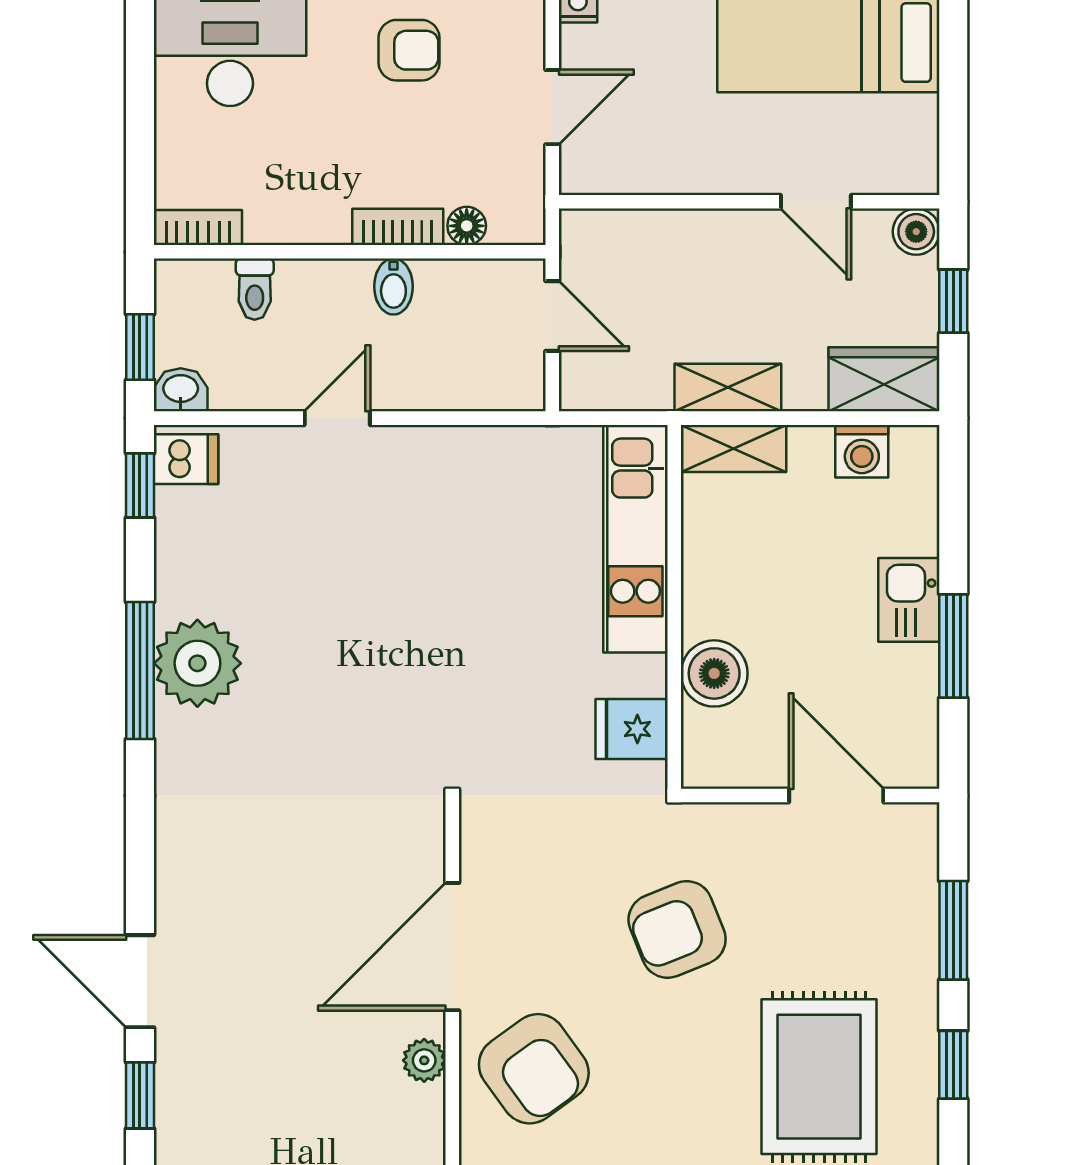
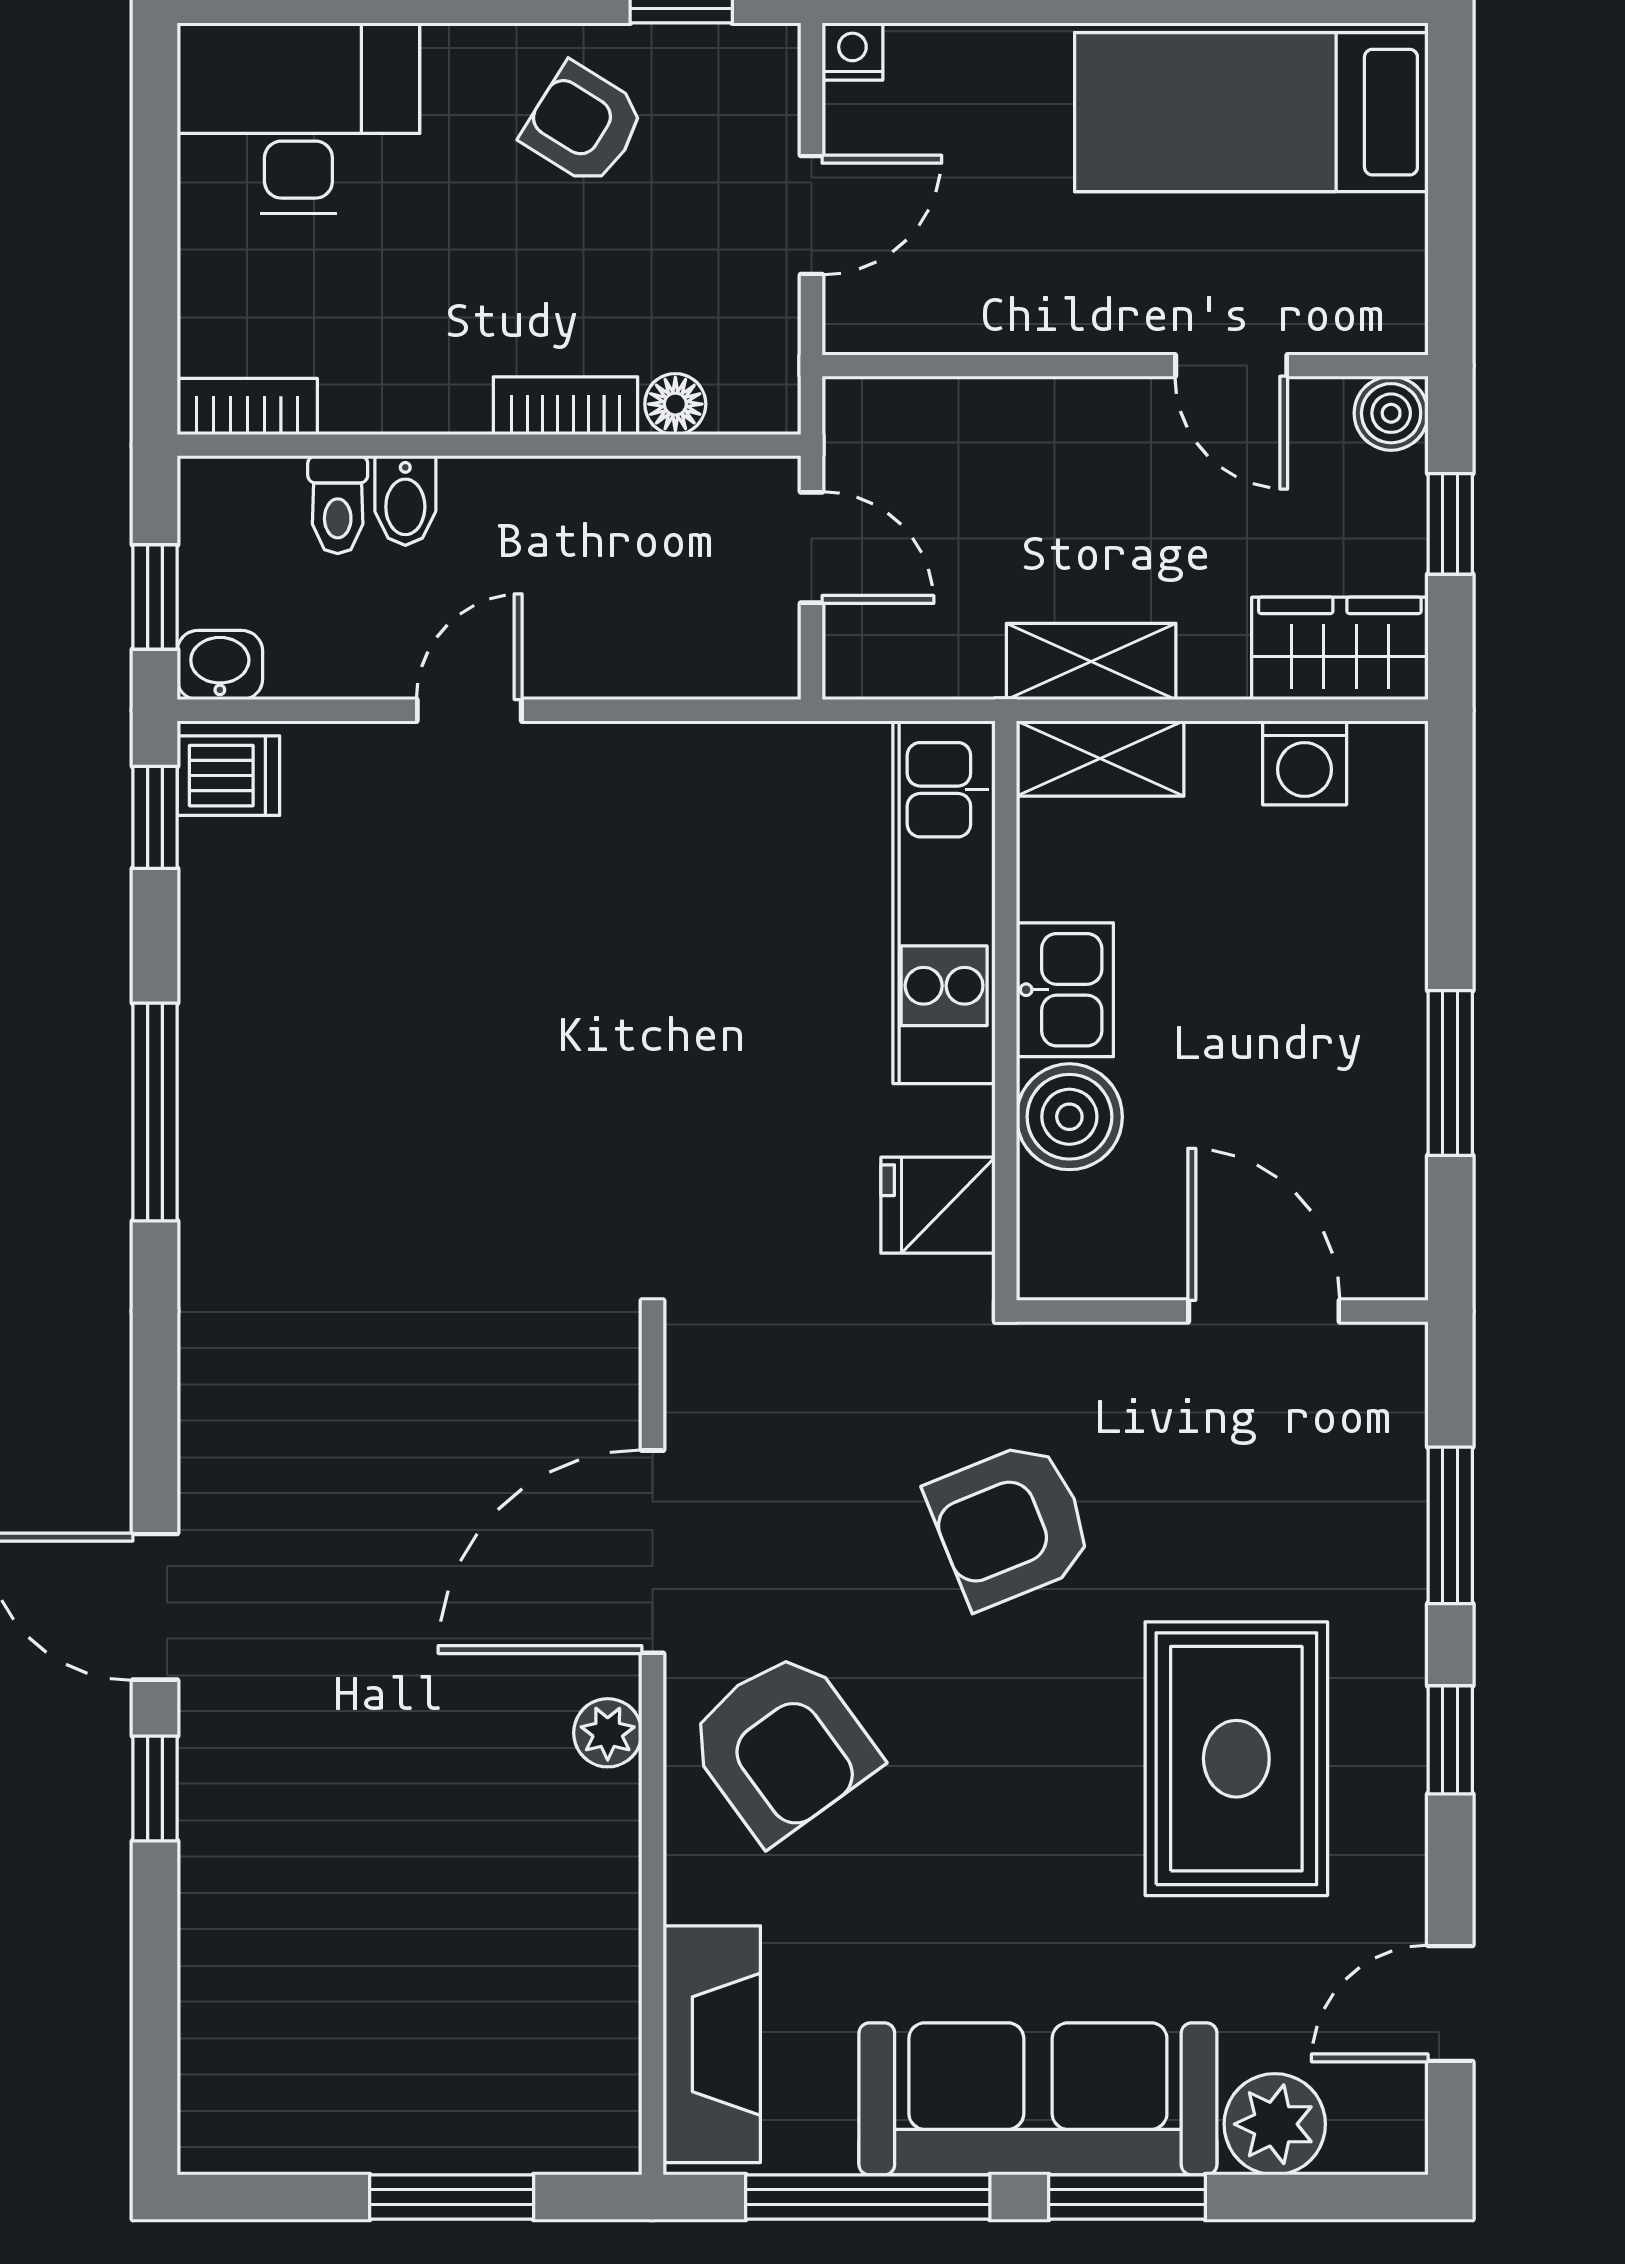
armchair: (409, 50) -> (583, 124), turned -148
bidet: (393, 287) -> (405, 501), moved
kitchen sink: (909, 600) -> (1065, 990), moved, turned 180
plant: (197, 663) -> (247, 1100), removed

